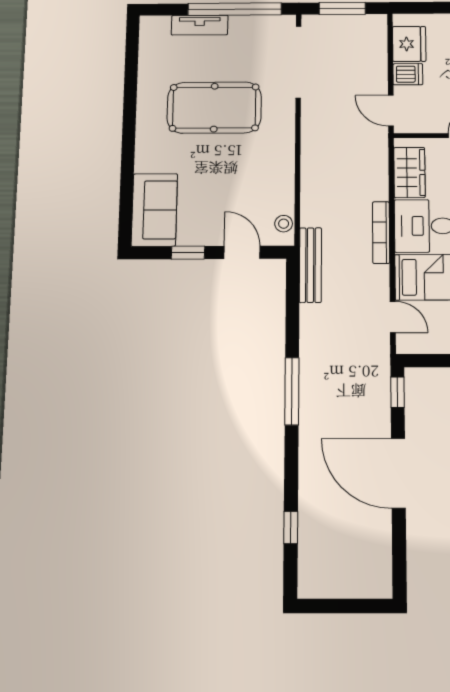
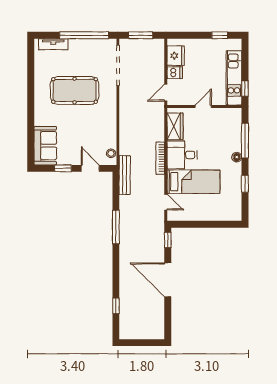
tv unit: (200, 25) -> (53, 44), moved
door: (391, 111) -> (166, 93), hinge flipped
window: (292, 391) -> (116, 227), moved

